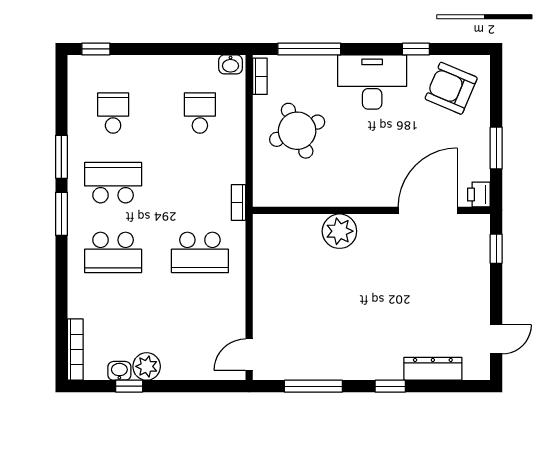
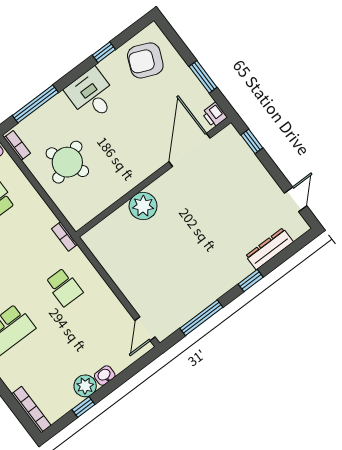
desk: (372, 82) -> (92, 95), width x0.73
school desk: (200, 252) -> (64, 287), width x0.54
washbasin: (119, 371) -> (105, 376), moved

